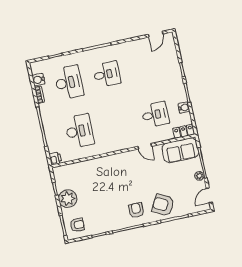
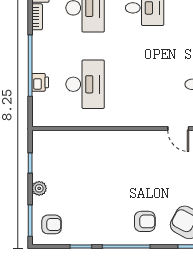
printer: (55, 158) -> (40, 82), moved
plant: (68, 199) -> (39, 188), width x0.53, depth x0.53
armchair: (136, 210) -> (145, 221), turned 90

